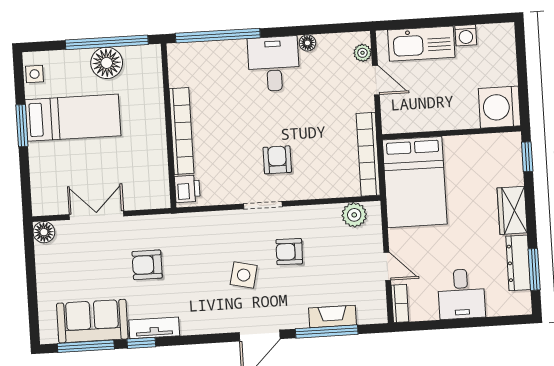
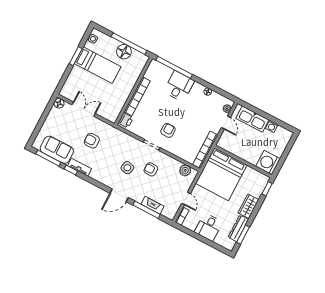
desk: (274, 64) -> (179, 86), moved
bed: (415, 182) -> (221, 174), width x1.36

